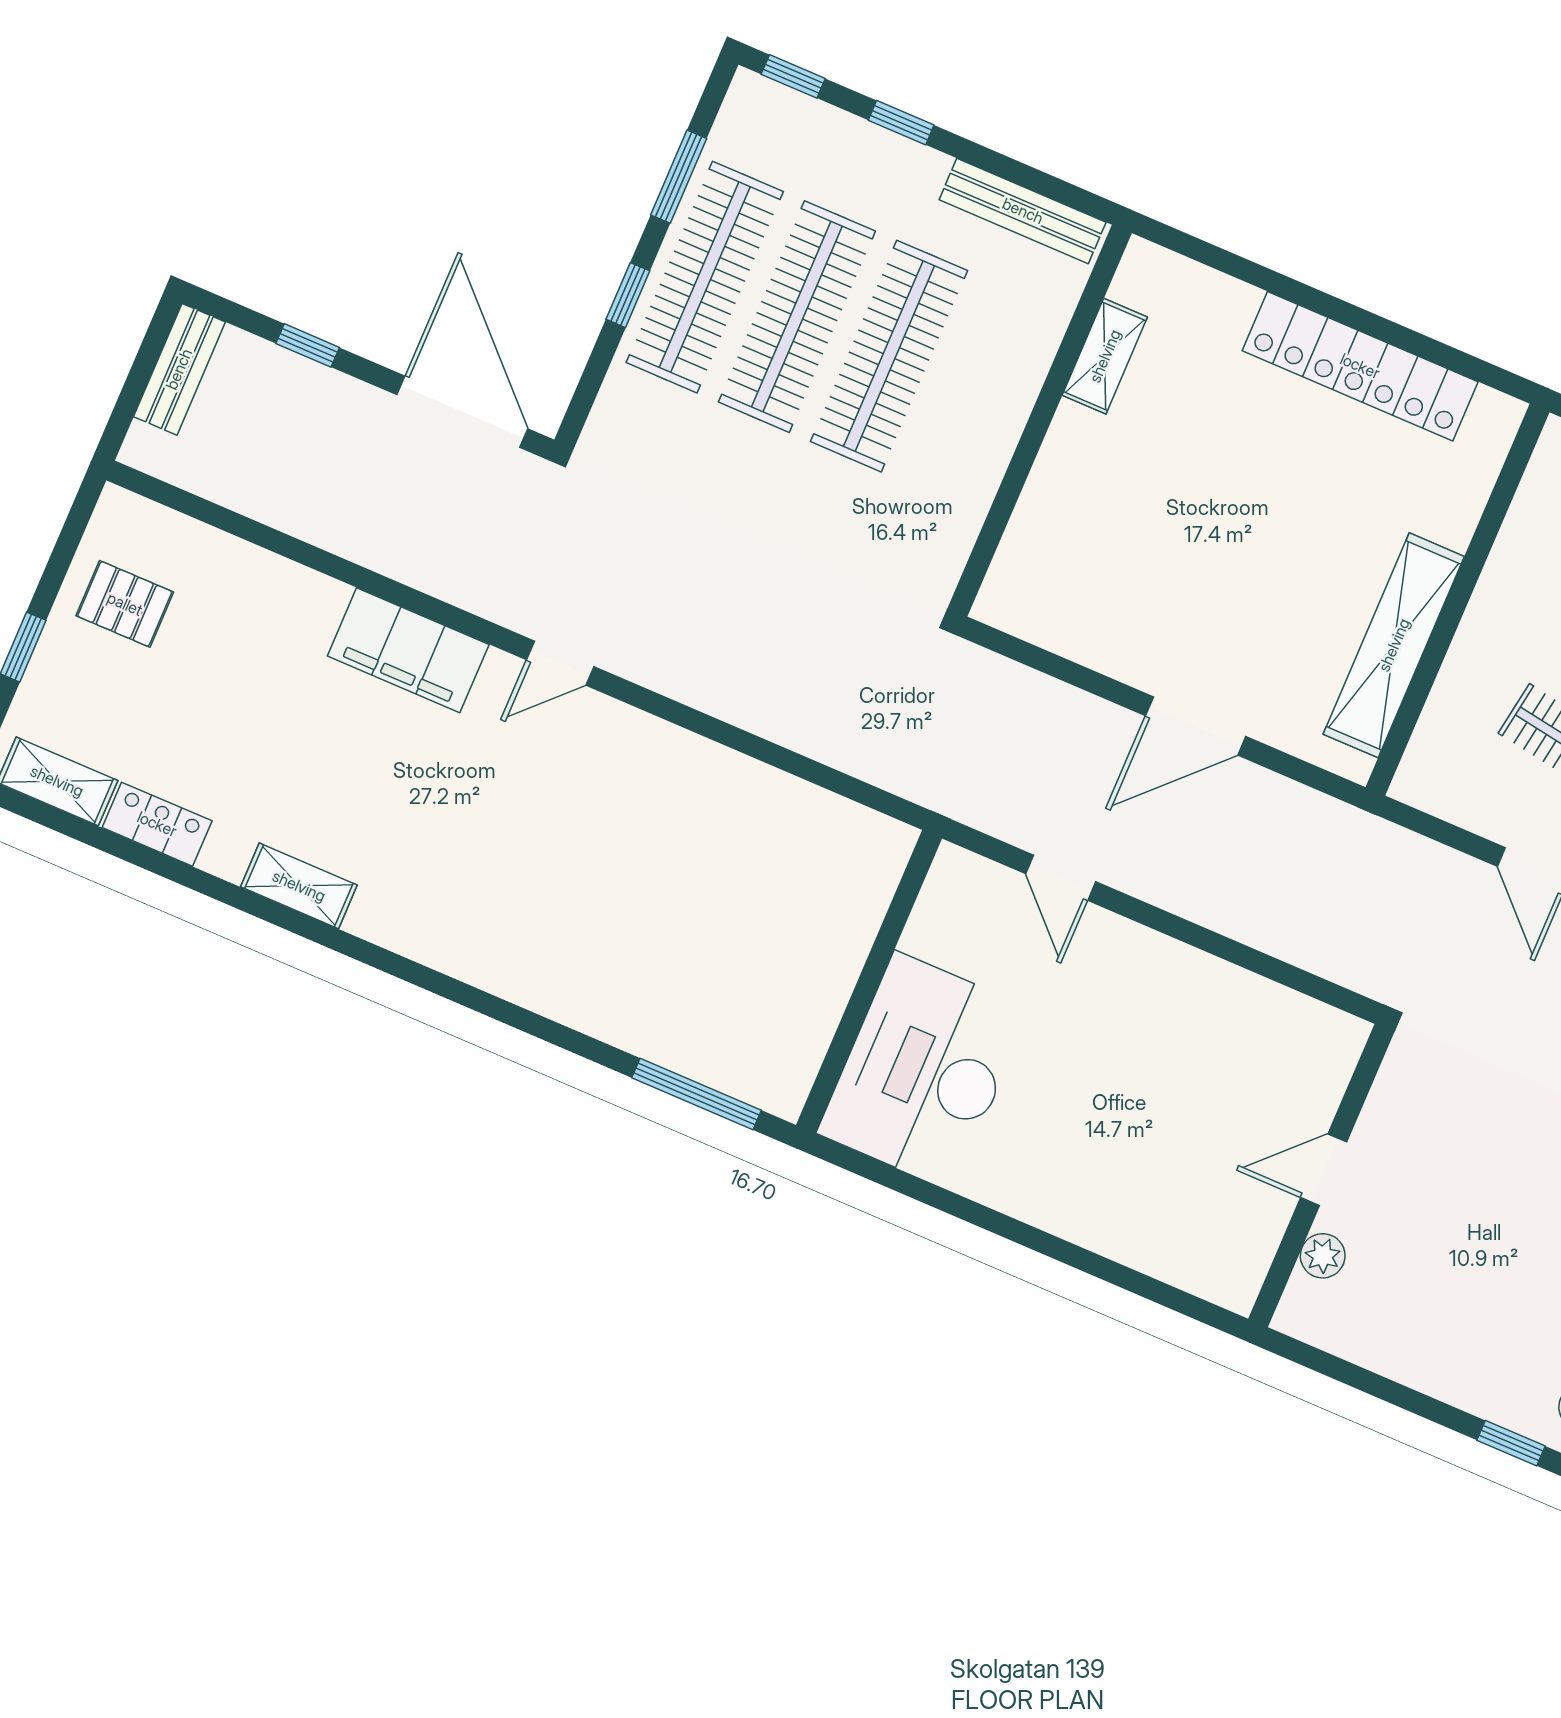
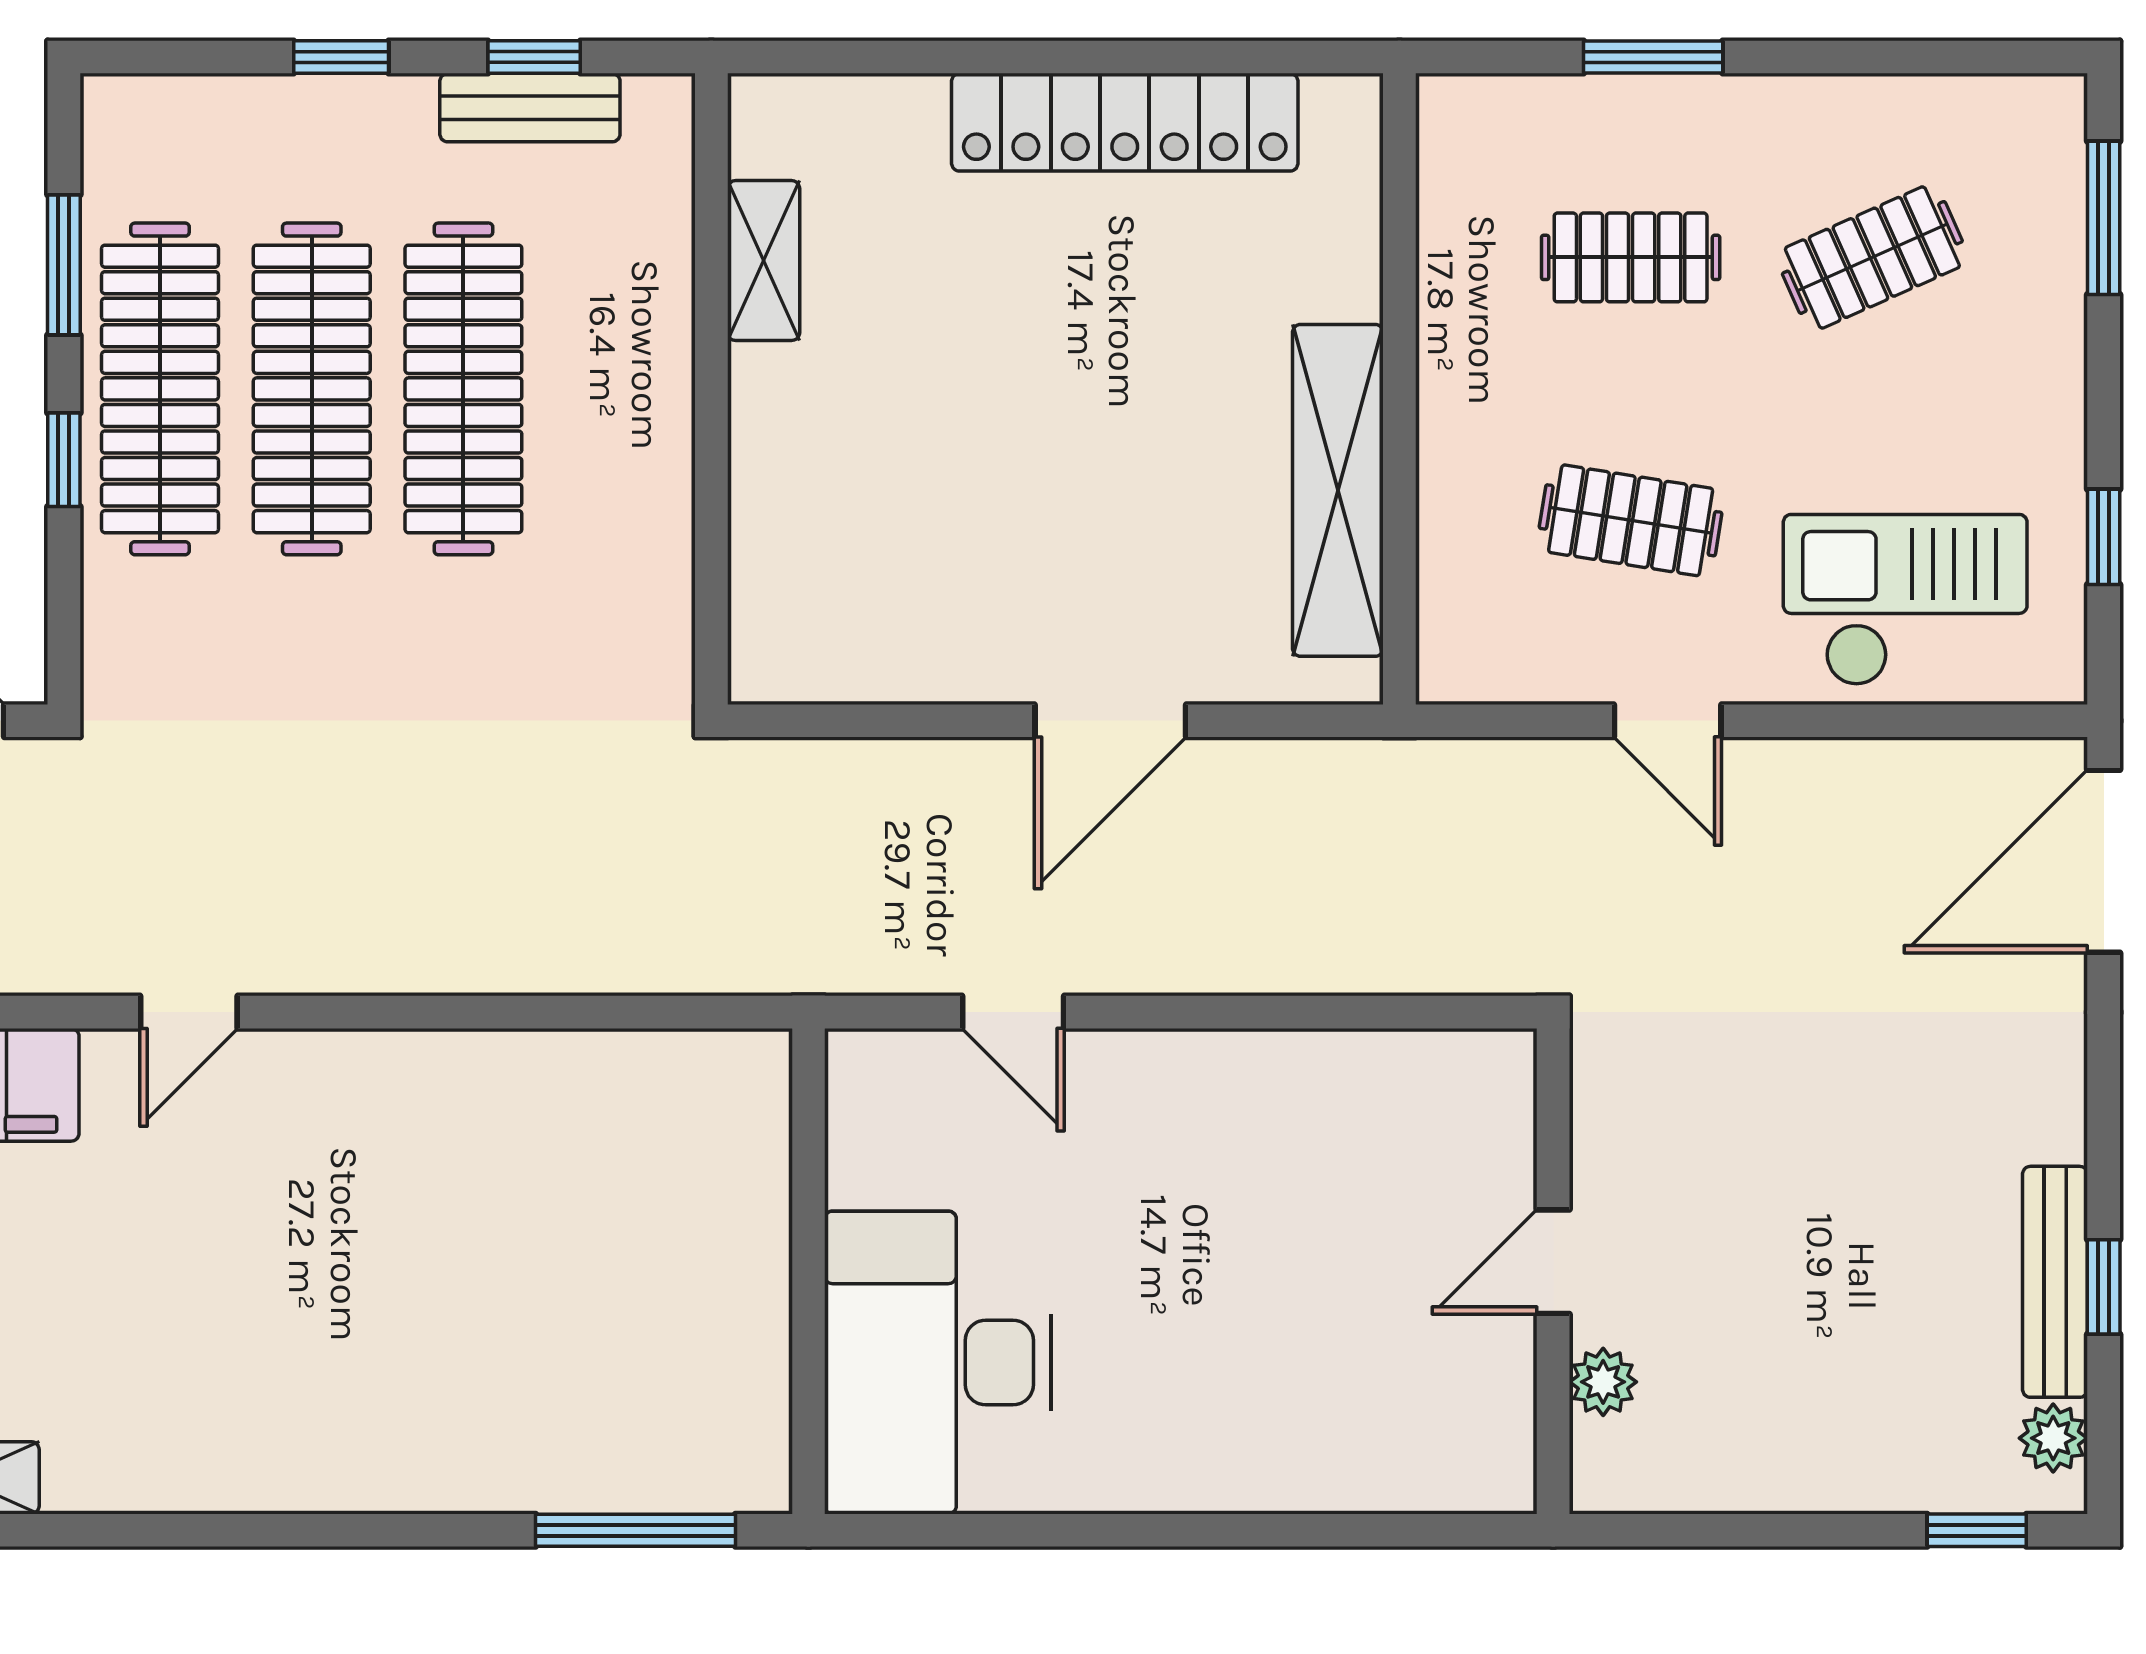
window: (793, 76) -> (534, 57), moved
bench: (1023, 211) -> (530, 108), width x0.73

